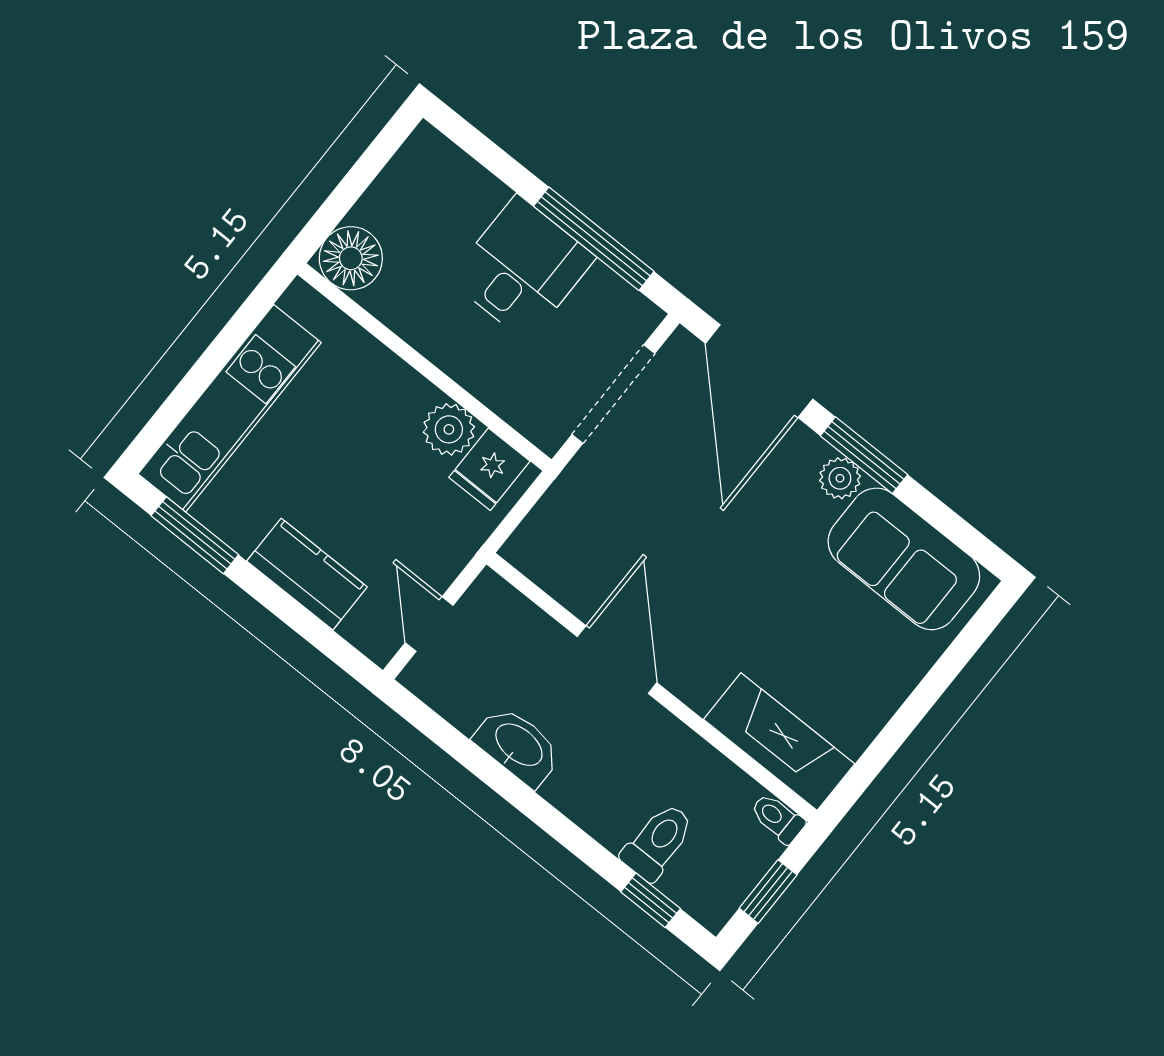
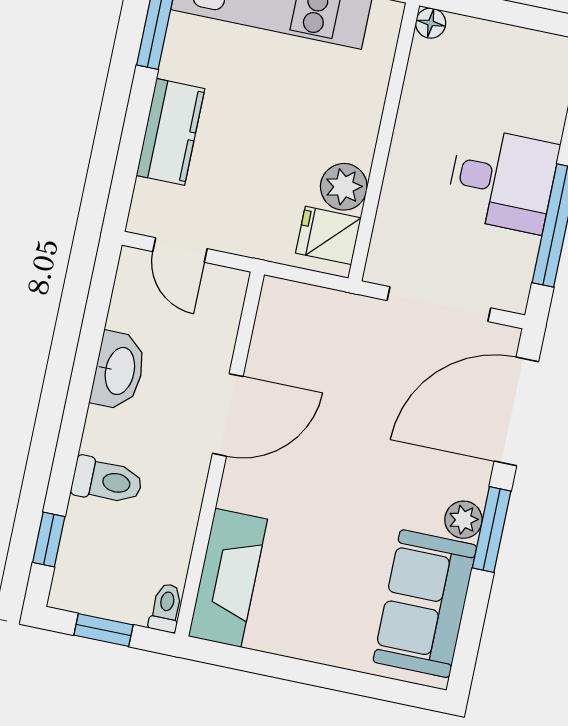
floor lamp: (351, 258) -> (431, 23), width x0.53, depth x0.53
door: (429, 624) -> (180, 250), swing flipped
toilet: (658, 842) -> (107, 481), moved

